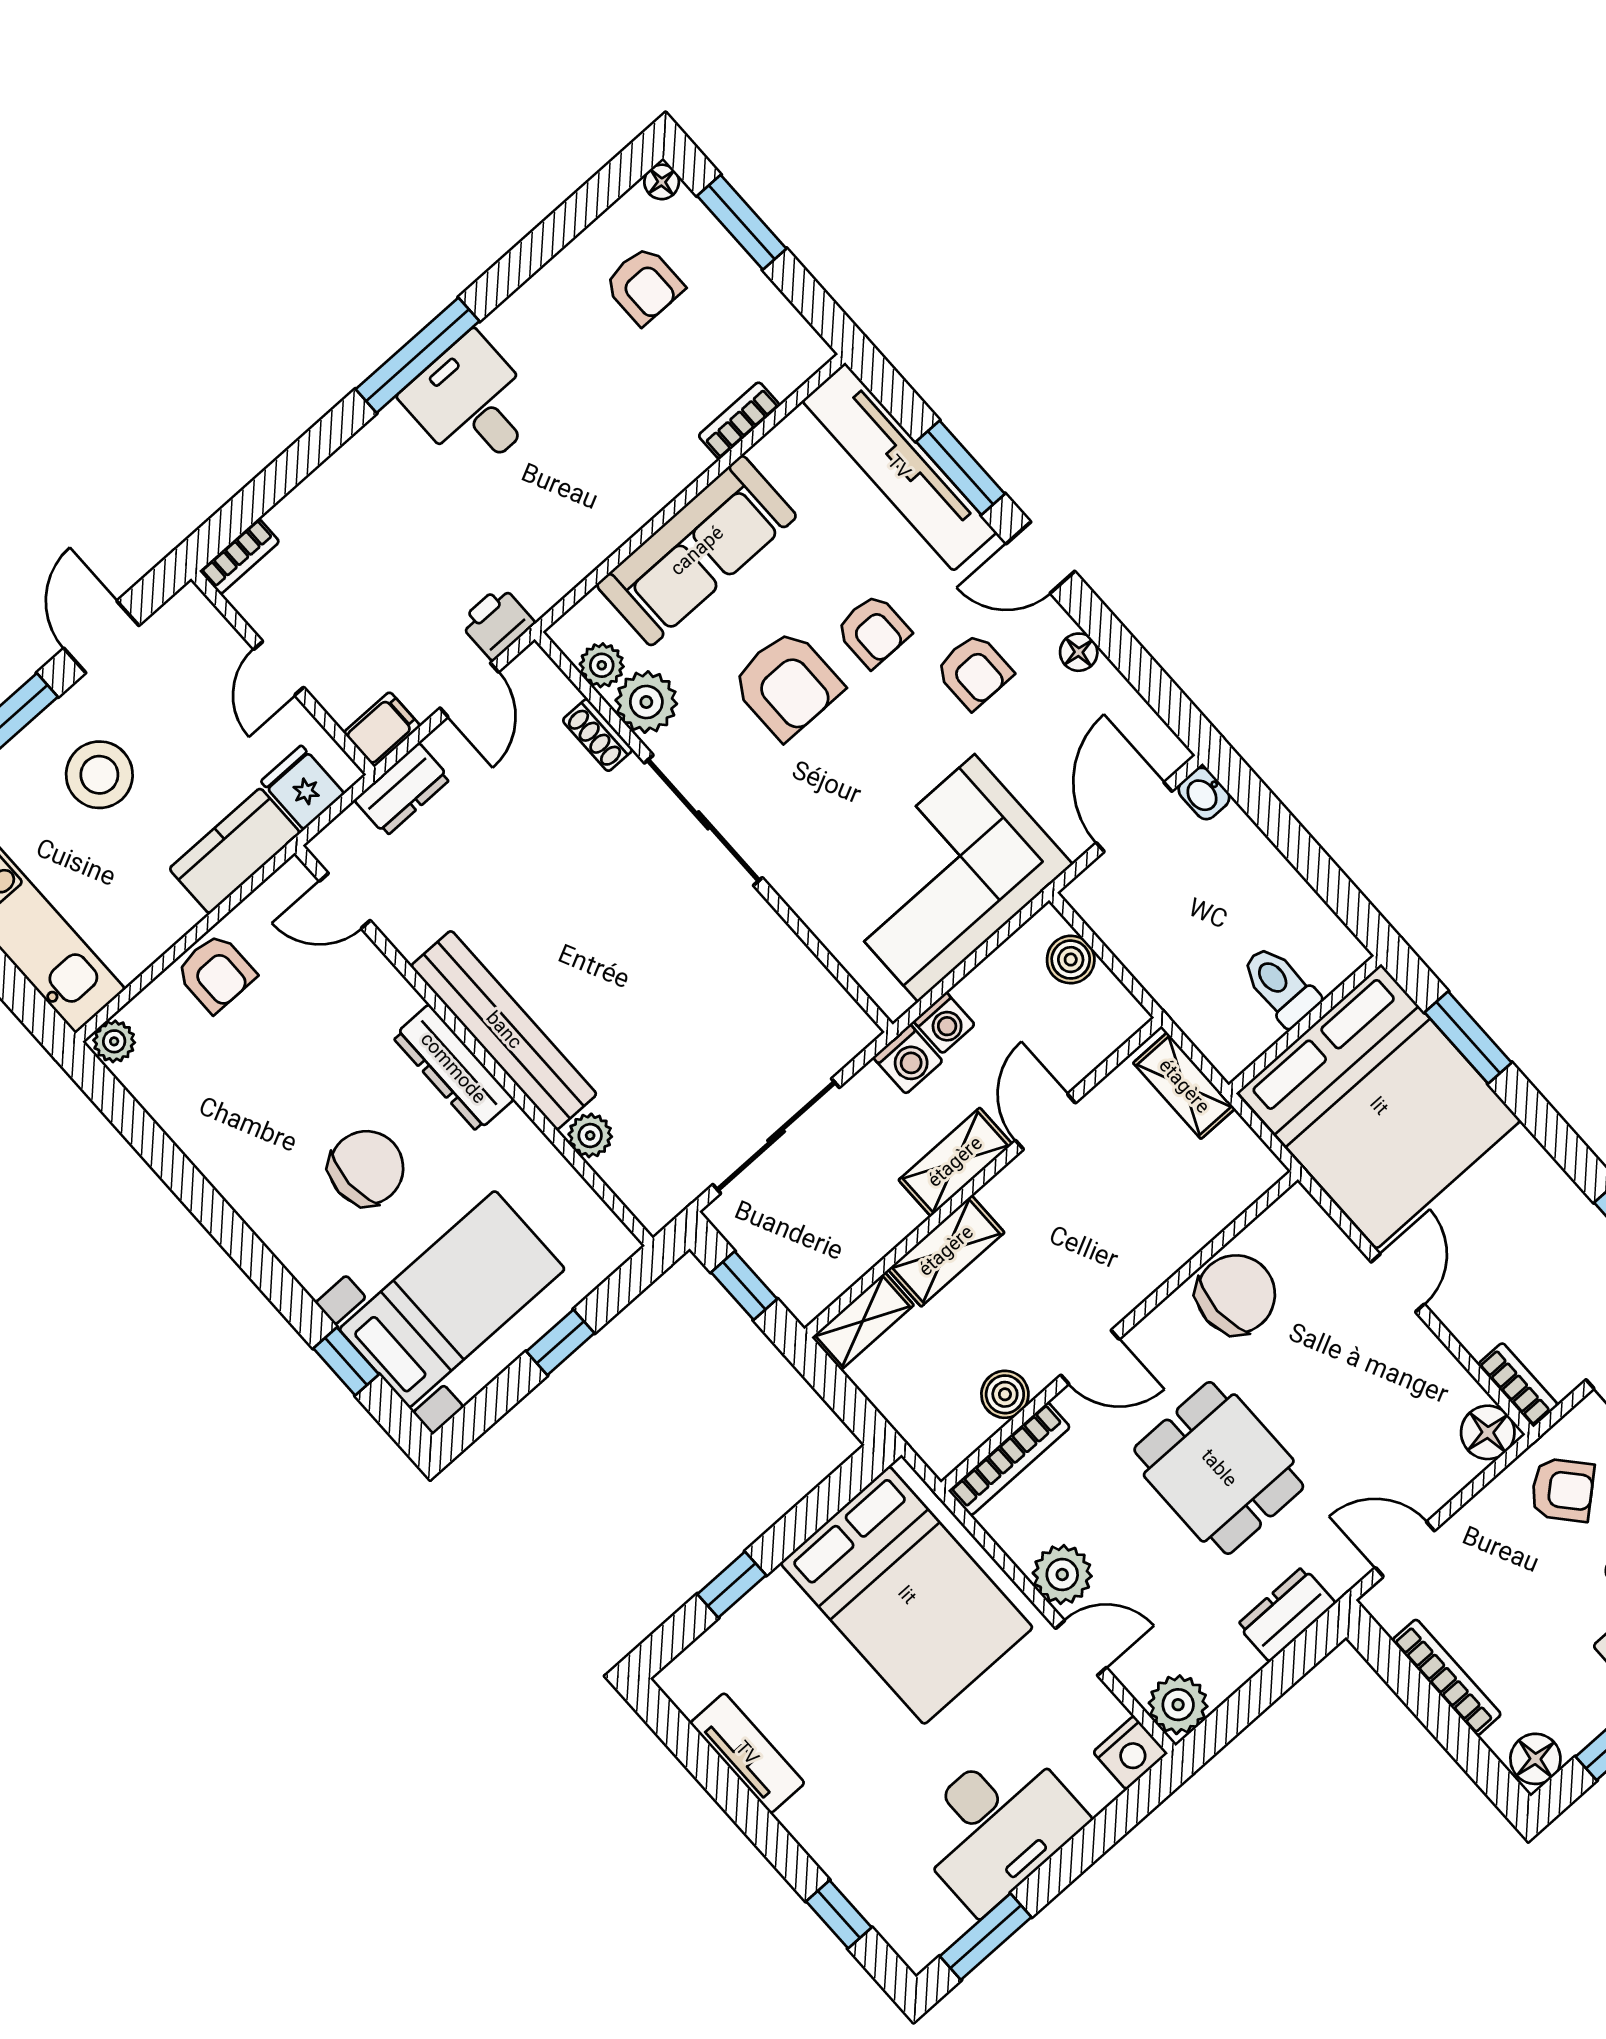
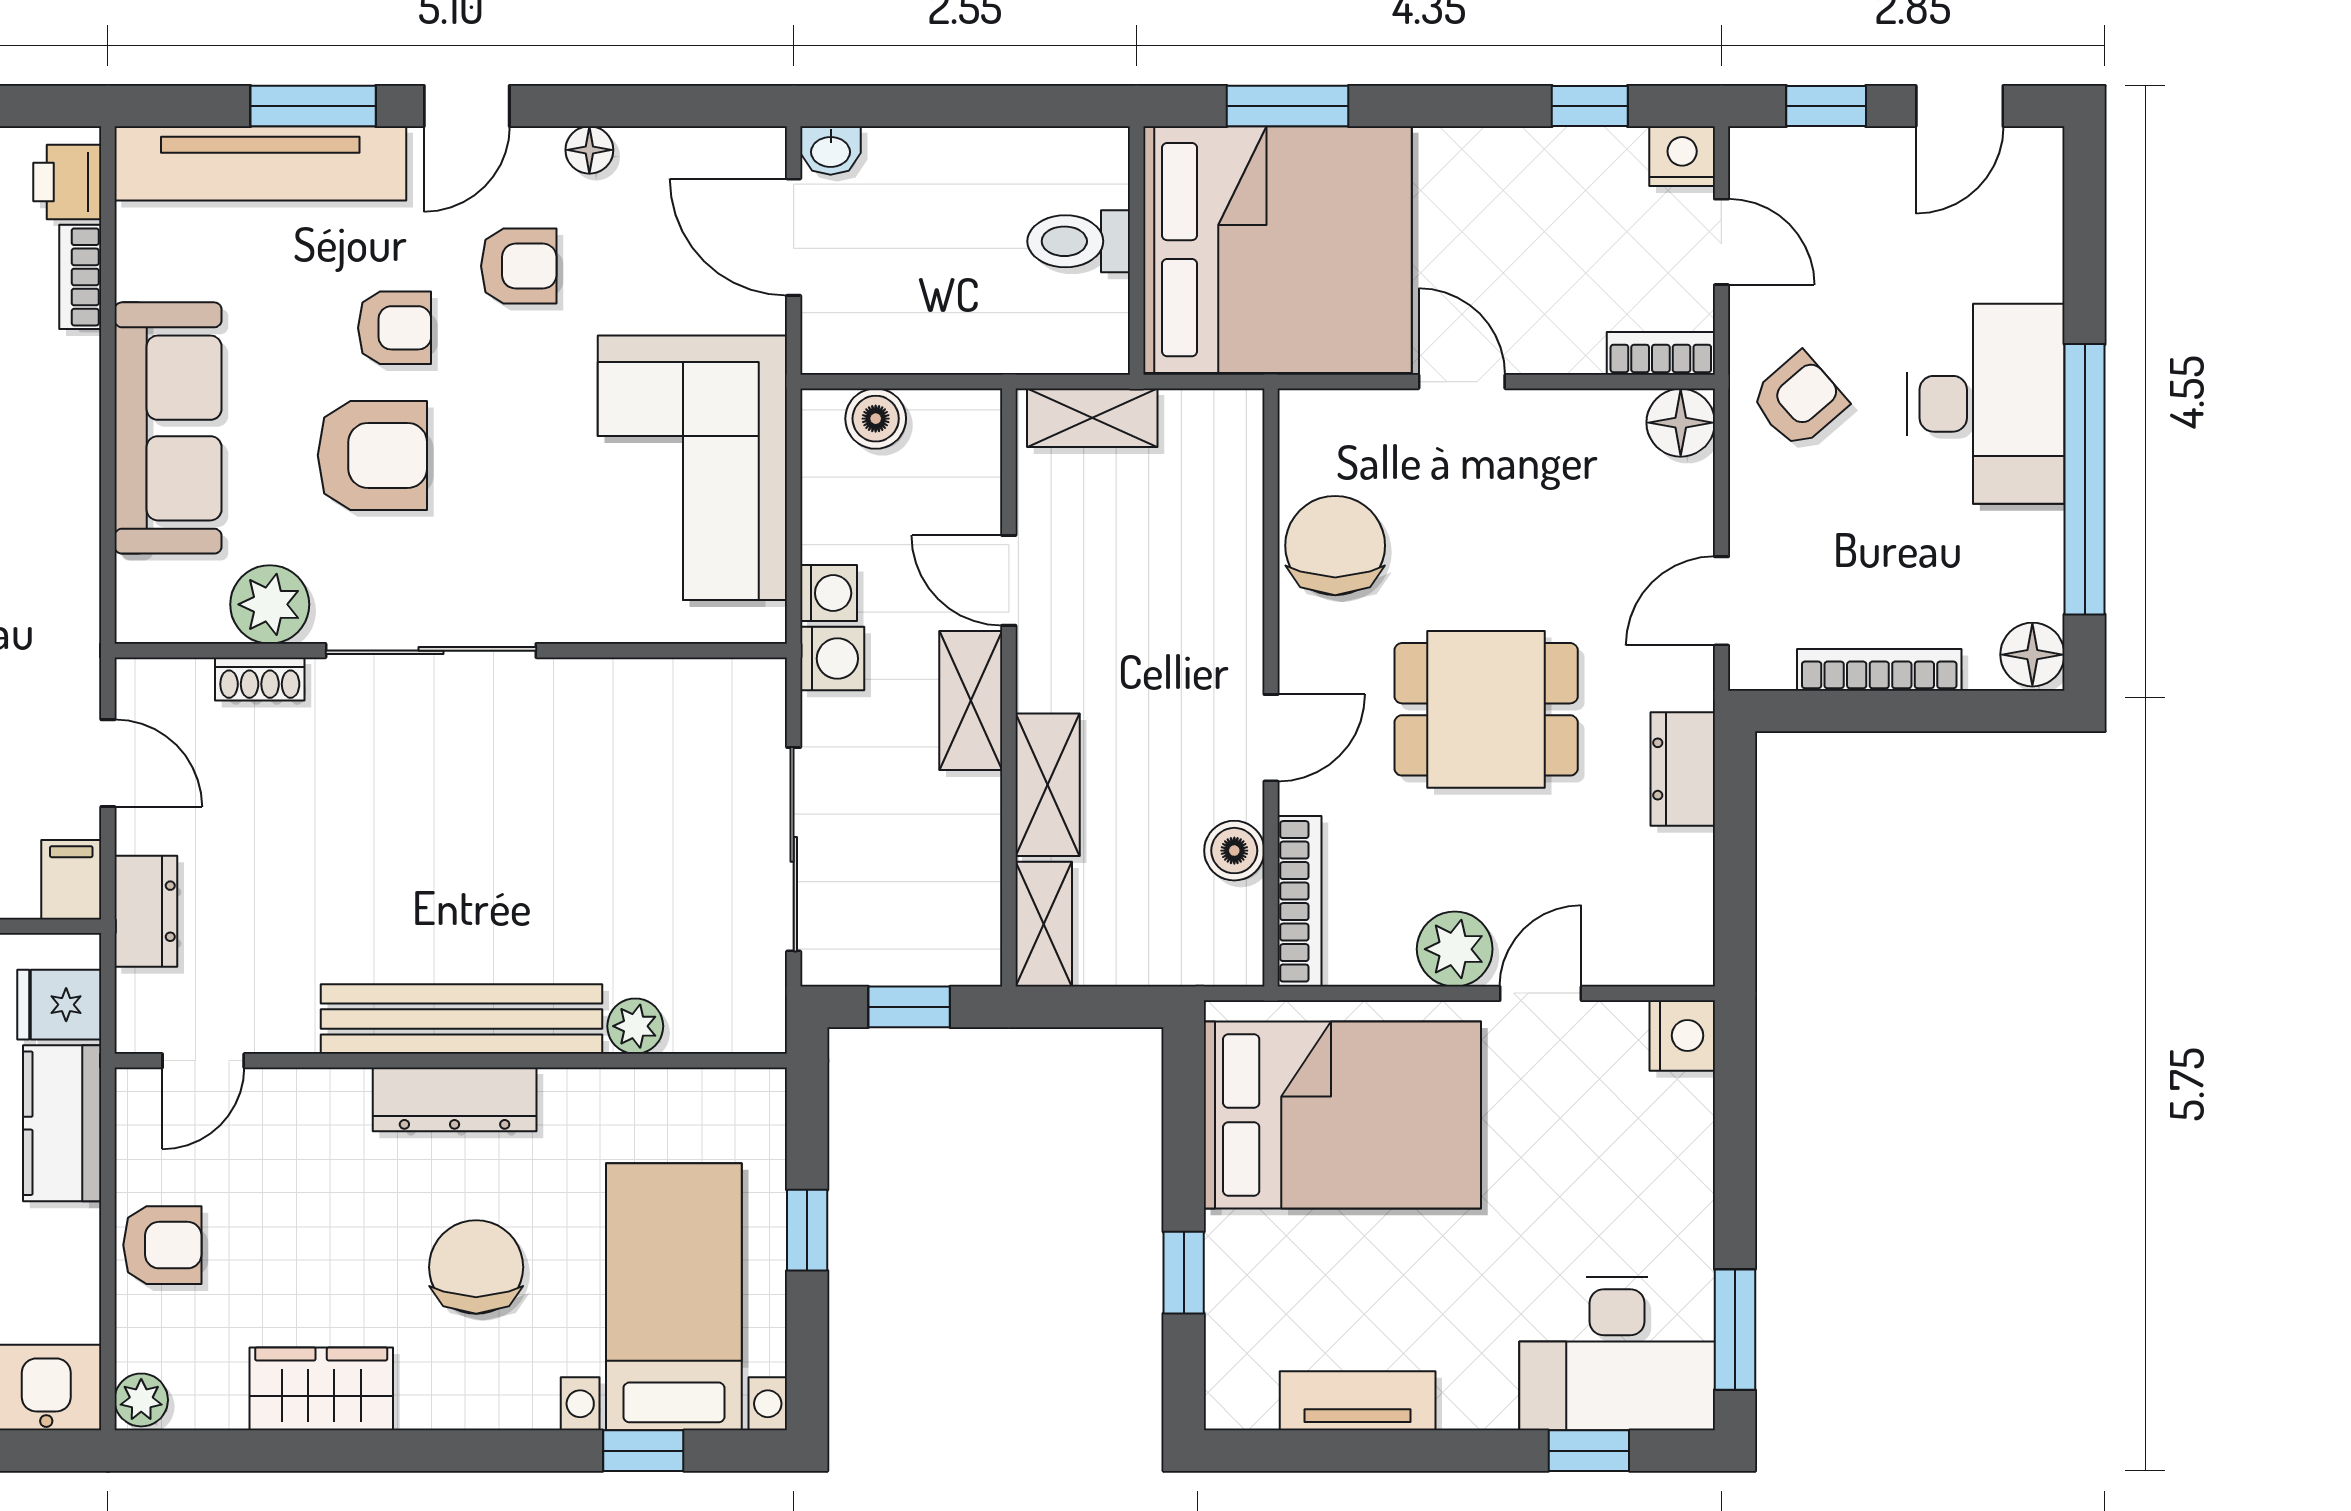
printer: (497, 623) -> (67, 182), moved
plant: (602, 665) -> (197, 616), removed
wardrobe: (214, 1141) -> (321, 1389), added
plant: (1178, 1705) -> (1677, 949), removed
desk: (996, 1825) -> (1617, 1354), moved, turned 90

